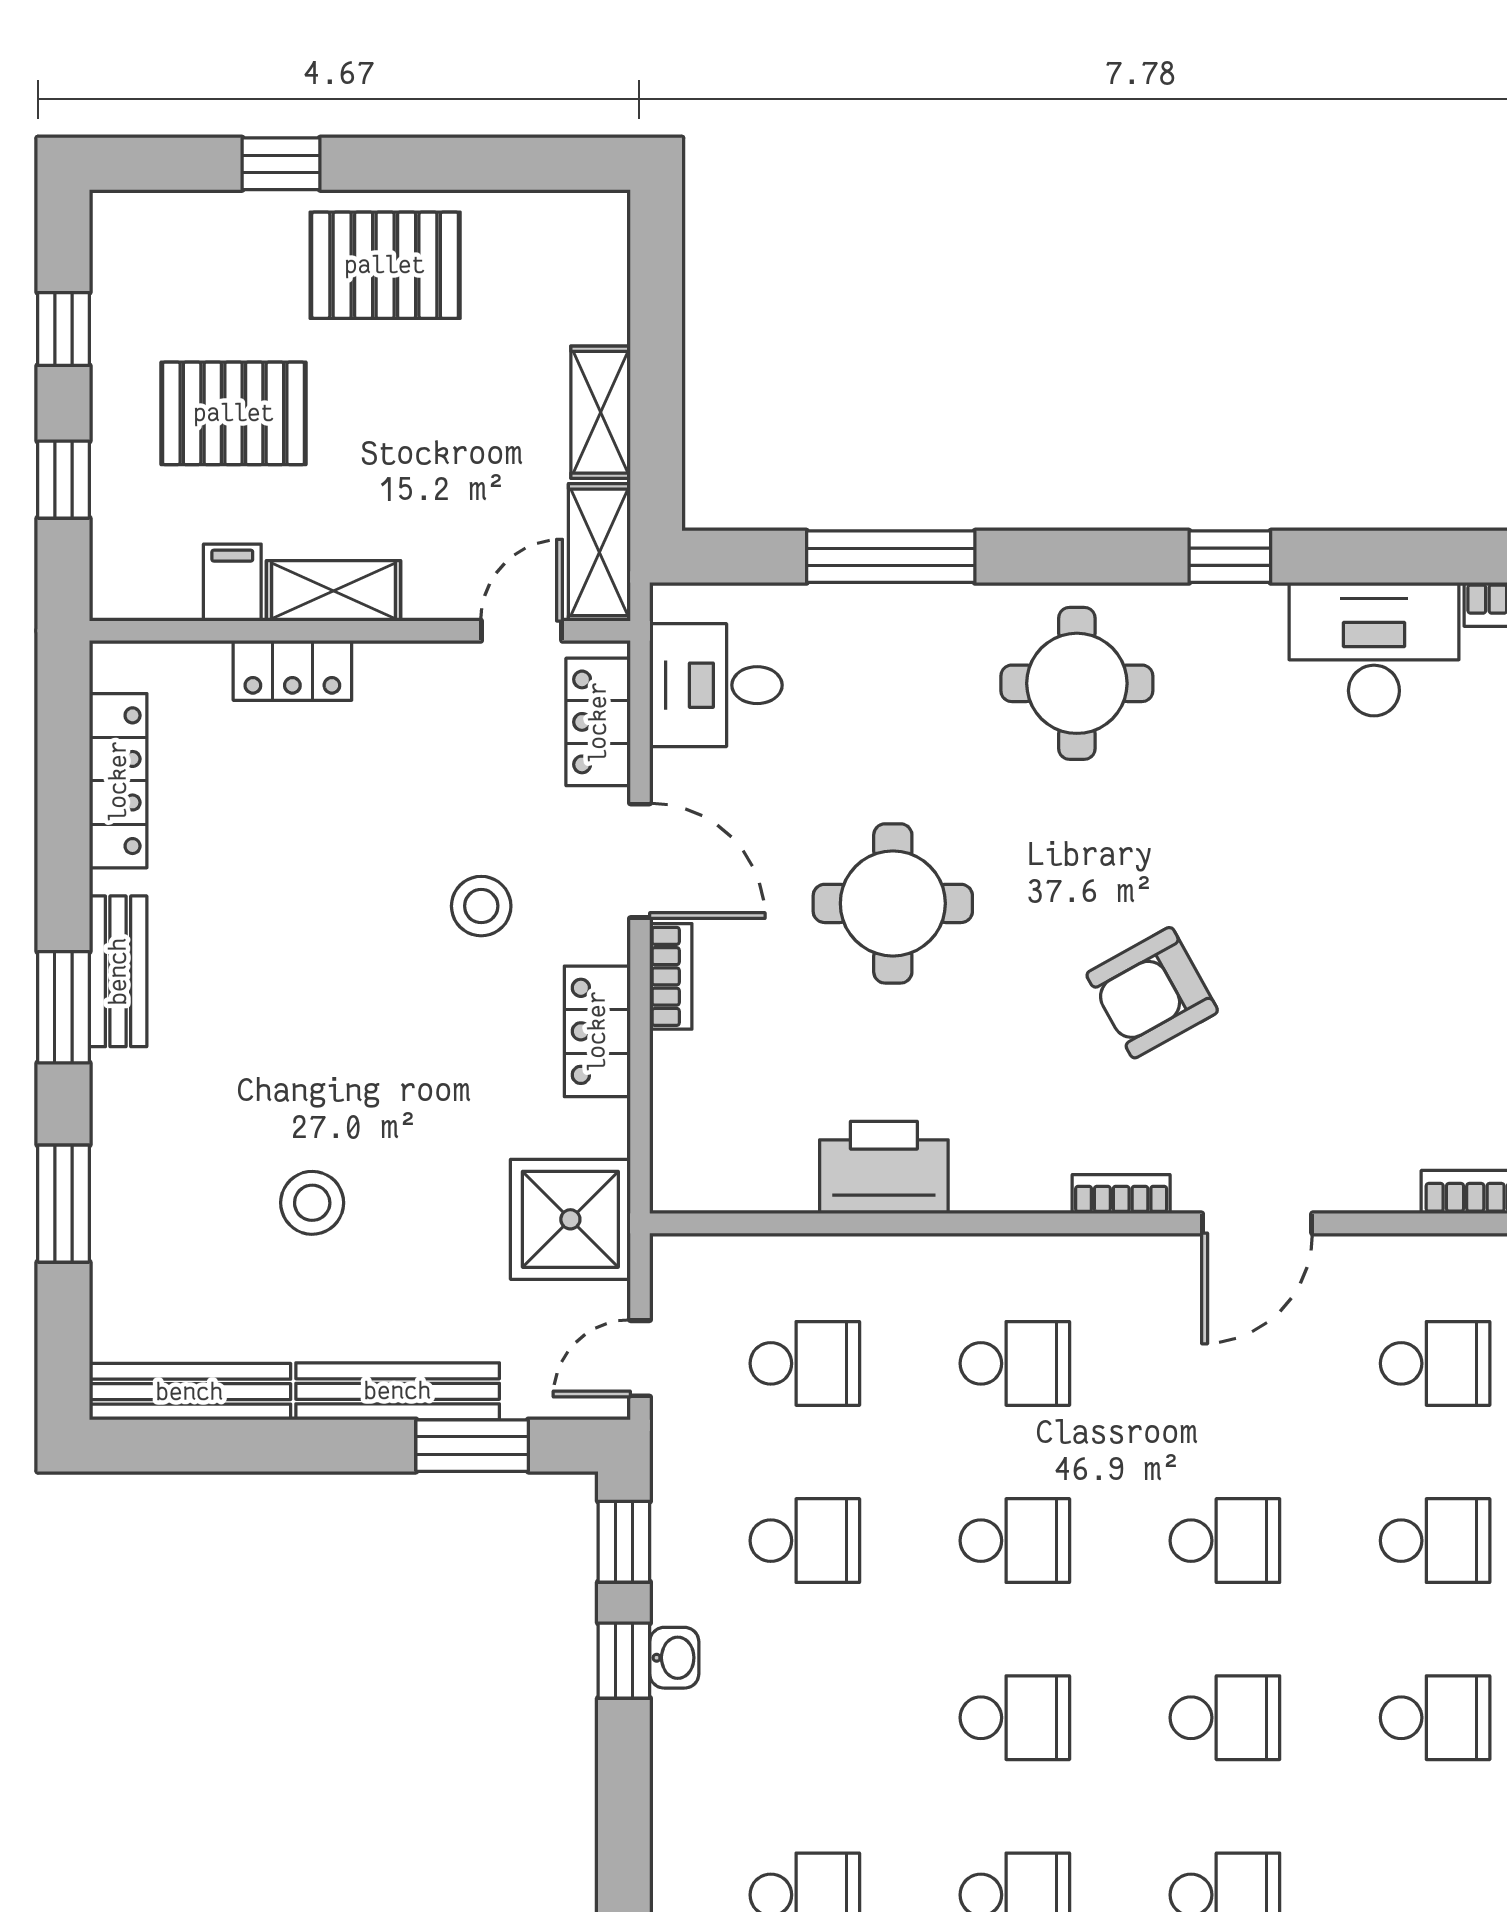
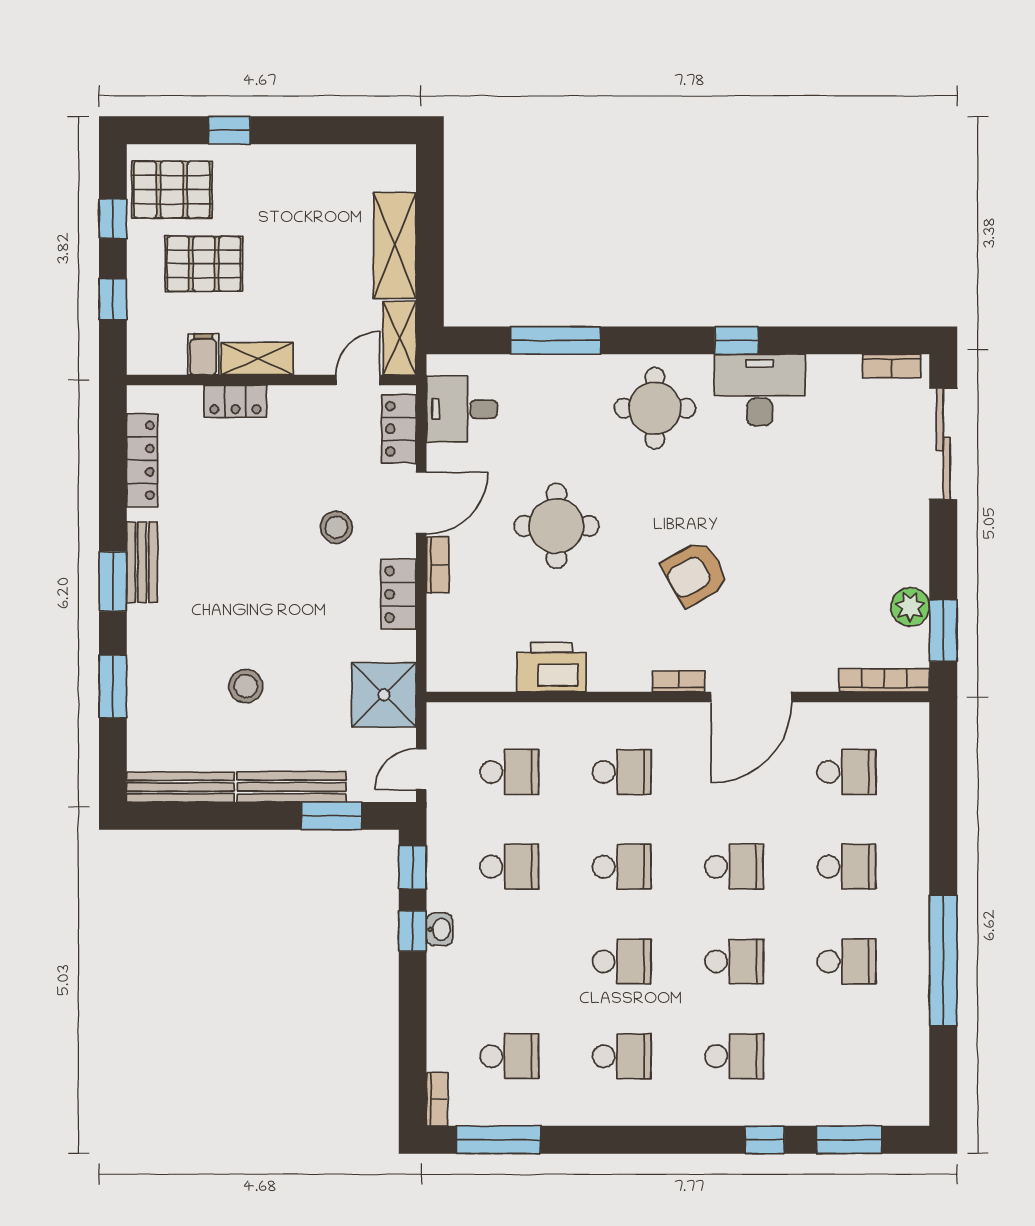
pallet: (385, 265) -> (172, 190), moved
shelving: (601, 412) -> (395, 245), width x1.50, depth x1.33
desk: (1374, 649) -> (760, 390), moved
door: (640, 861) -> (421, 503), hinge flipped
door: (1257, 1223) -> (751, 697), width x1.36

